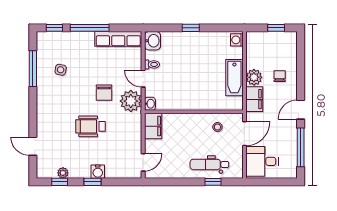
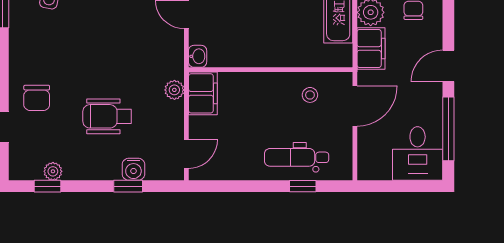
chair: (104, 93) -> (37, 98), moved
plant: (131, 101) -> (174, 90), moved, width x0.53, depth x0.53
wheelchair: (91, 126) -> (107, 116), moved
desk: (262, 161) -> (418, 154), moved, turned -90
water cooler: (98, 172) -> (133, 169), moved
window: (92, 182) -> (128, 186), moved

